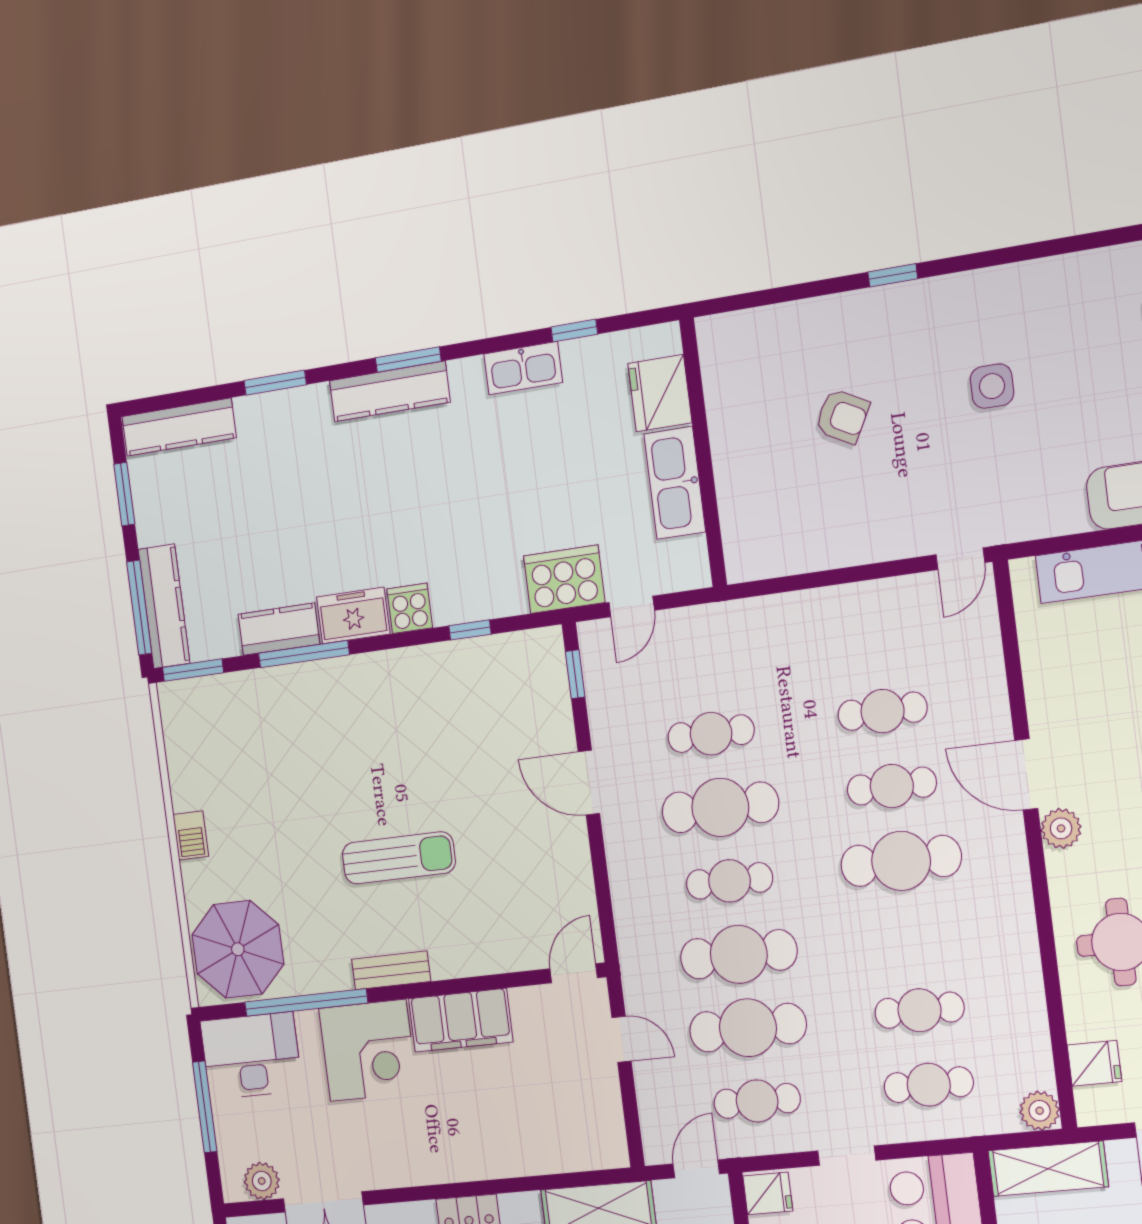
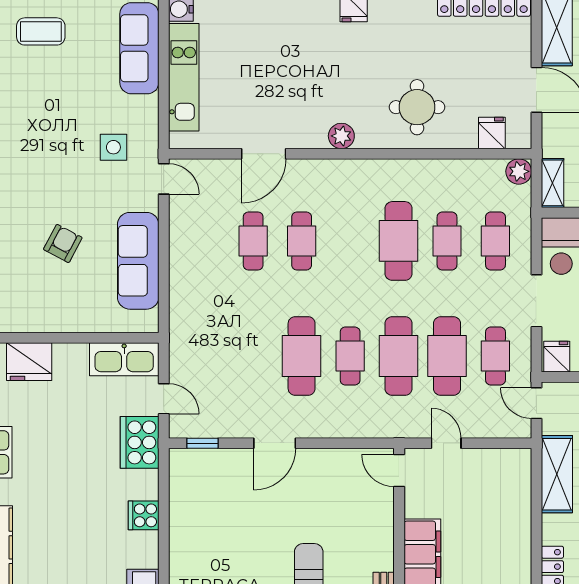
side table: (992, 386) -> (113, 147), moved
kitchen sink: (675, 483) -> (124, 359), moved
sofa: (830, 537) -> (138, 261), added
cooker: (410, 608) -> (144, 515), moved
window: (470, 630) -> (164, 512), removed
cafe table: (711, 734) -> (253, 356), removed
door: (1026, 774) -> (264, 154), moved
cafe table: (901, 861) -> (399, 241), moved
door: (621, 1039) -> (446, 443), hinge flipped
doorway: (847, 1156) -> (536, 301), width x1.38
shelving: (1048, 1169) -> (553, 183), width x0.67, depth x0.75

